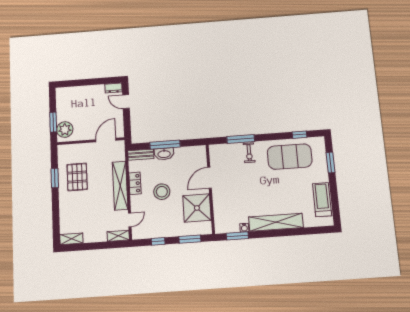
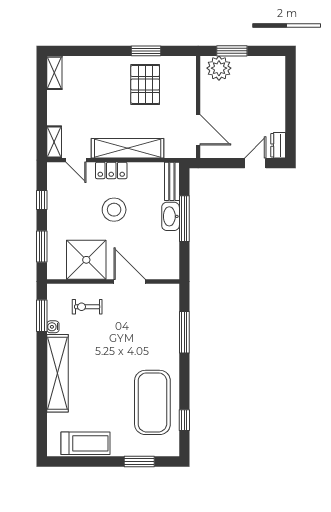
exercise bike: (249, 153) -> (87, 307), moved
pallet: (77, 177) -> (145, 84), turned 90
locker: (135, 183) -> (111, 170), moved

